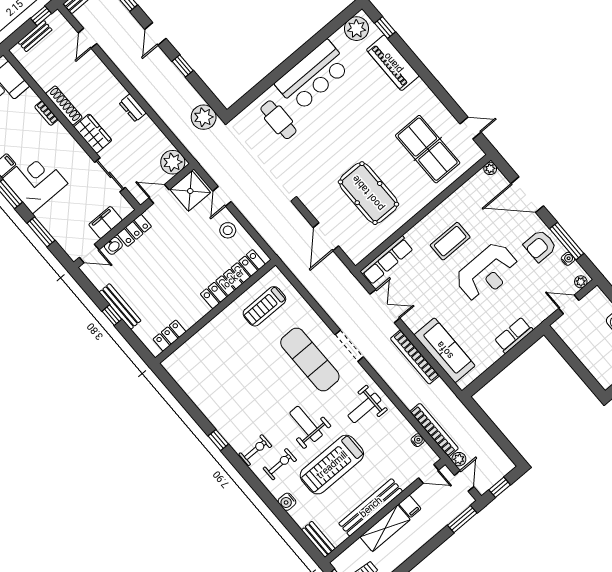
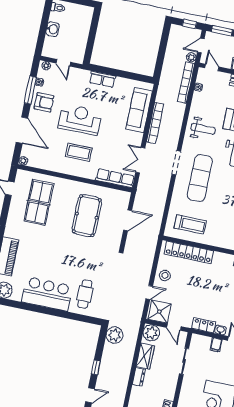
wardrobe: (93, 134) -> (145, 356), moved, turned 180
filing cabinet: (106, 223) -> (216, 345), width x0.50

